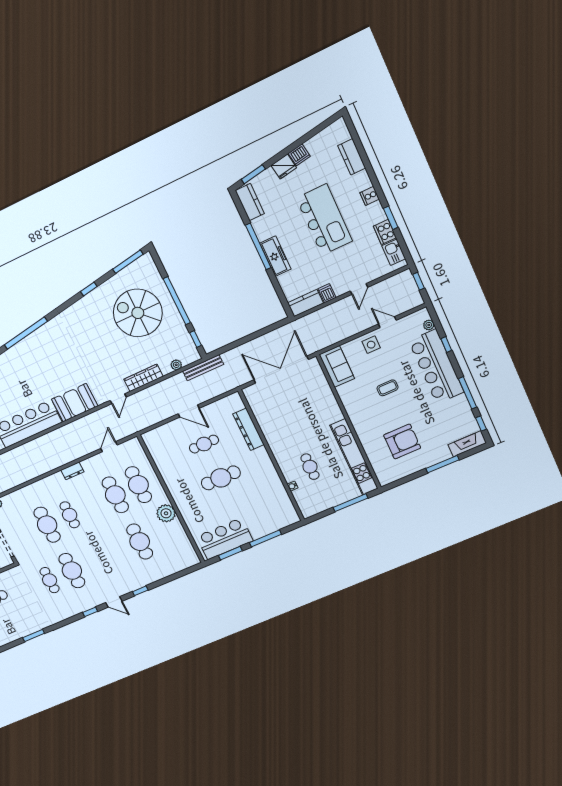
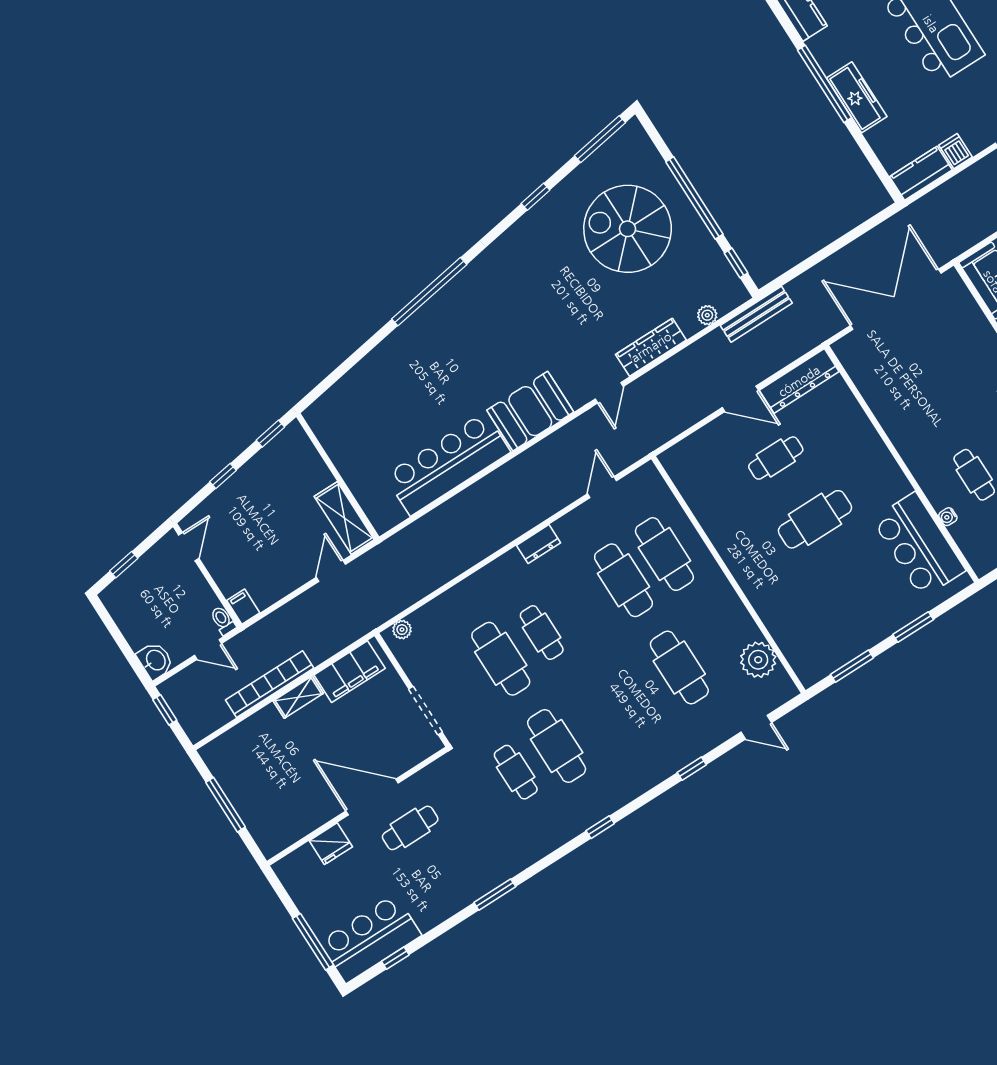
dresser: (248, 429) -> (799, 381), moved, turned -90
plant: (166, 513) -> (758, 660), moved
window: (265, 538) -> (913, 627), width x0.69
bar counter: (225, 539) -> (919, 545), moved, turned -90
door: (114, 602) -> (756, 727), moved

